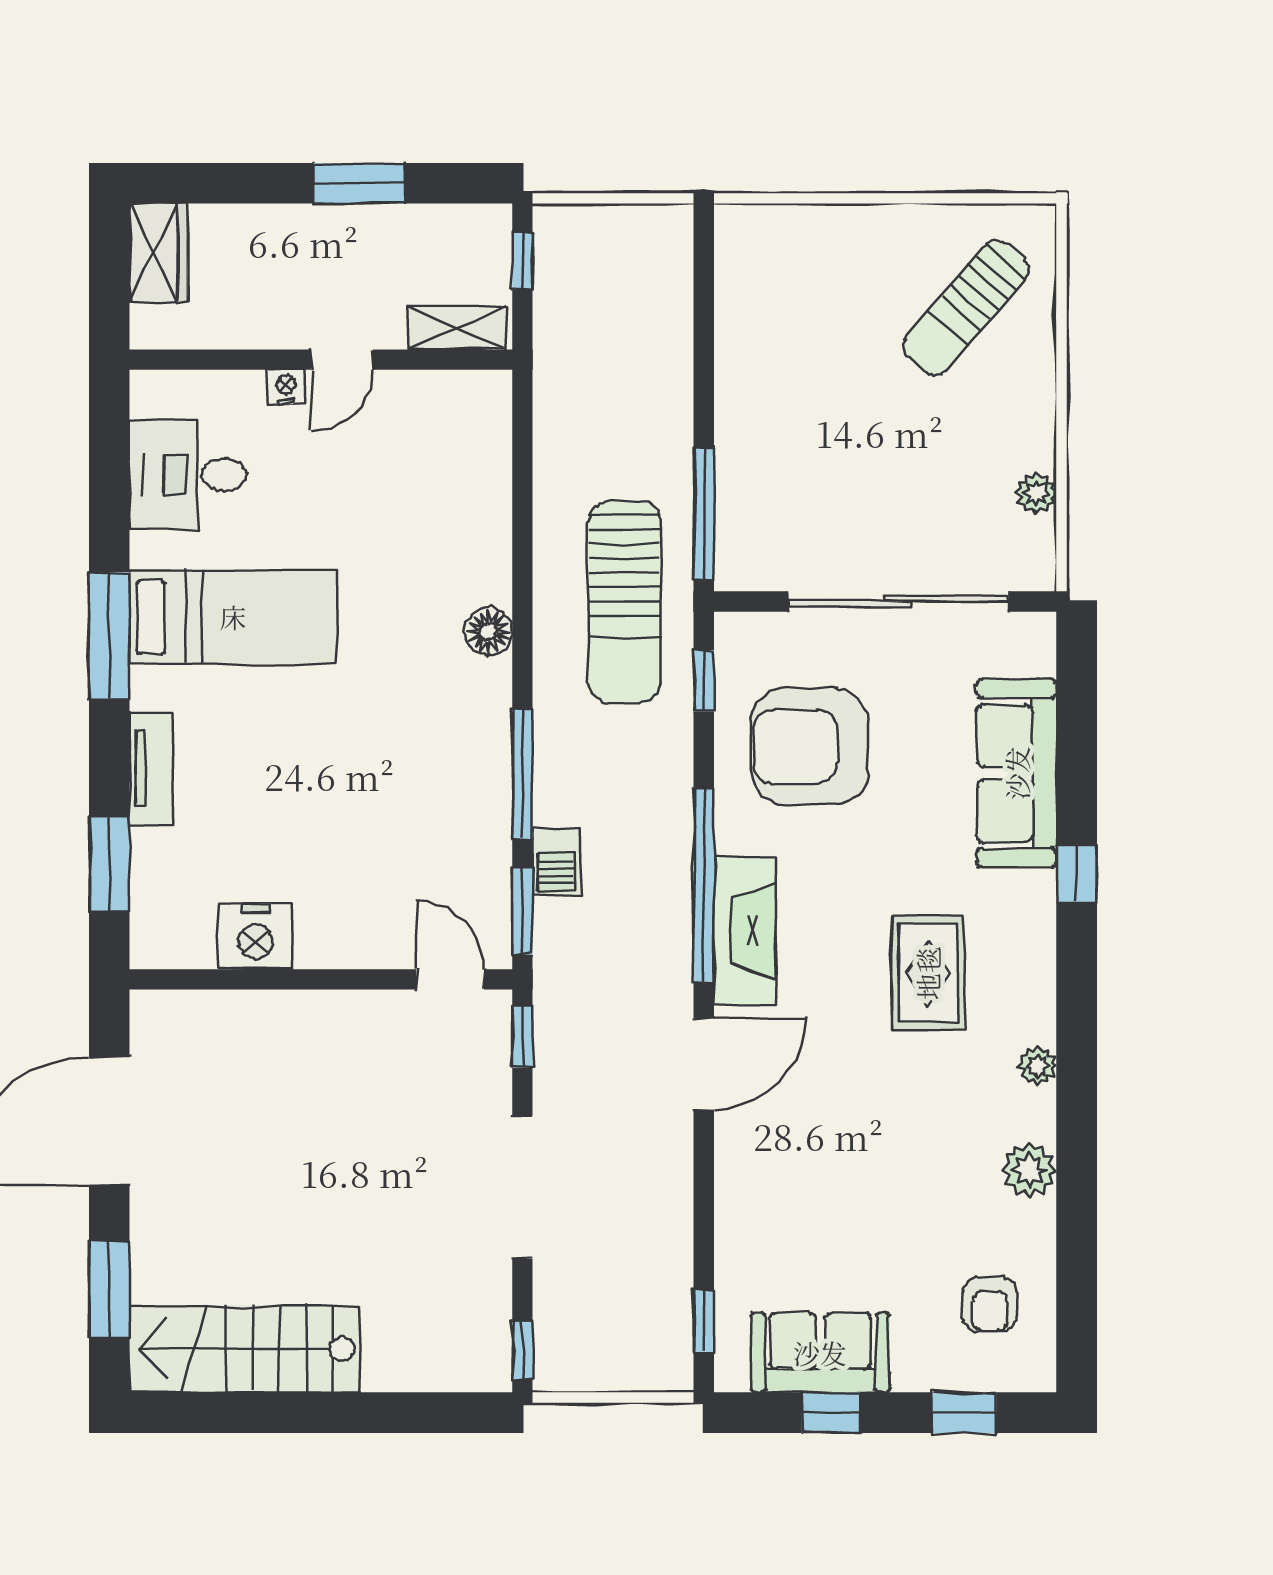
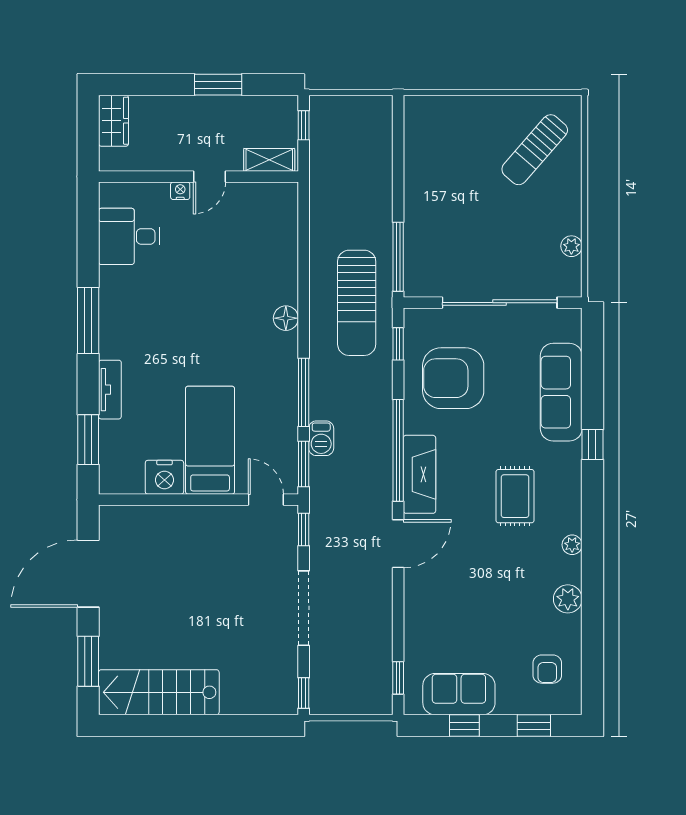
bed: (233, 617) -> (210, 440), moved, turned -90

